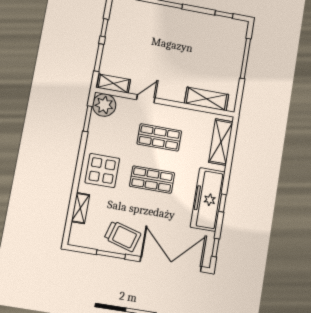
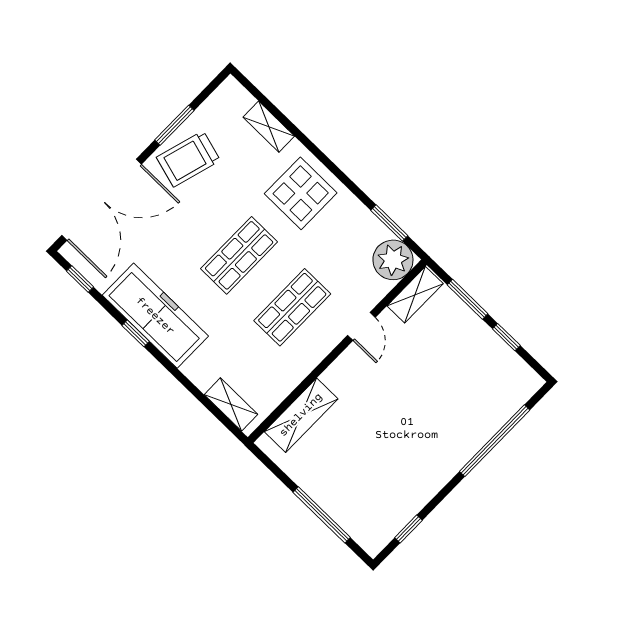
shelving: (221, 142) -> (231, 404), width x0.67, depth x0.75

